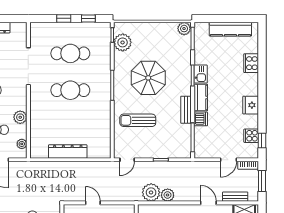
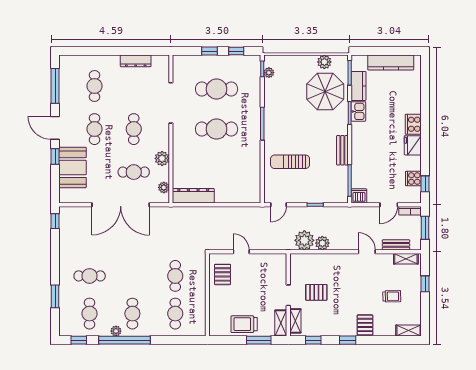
plant: (184, 29) -> (324, 62), moved
plant: (123, 42) -> (269, 73), width x0.53, depth x0.53
cooker: (251, 63) -> (413, 124), moved
parasol: (148, 78) -> (325, 92), moved
kitchen counter: (201, 97) -> (358, 86), moved
dishwasher: (201, 119) -> (359, 196), moved, turned -90
dresser: (68, 151) -> (193, 196), moved

